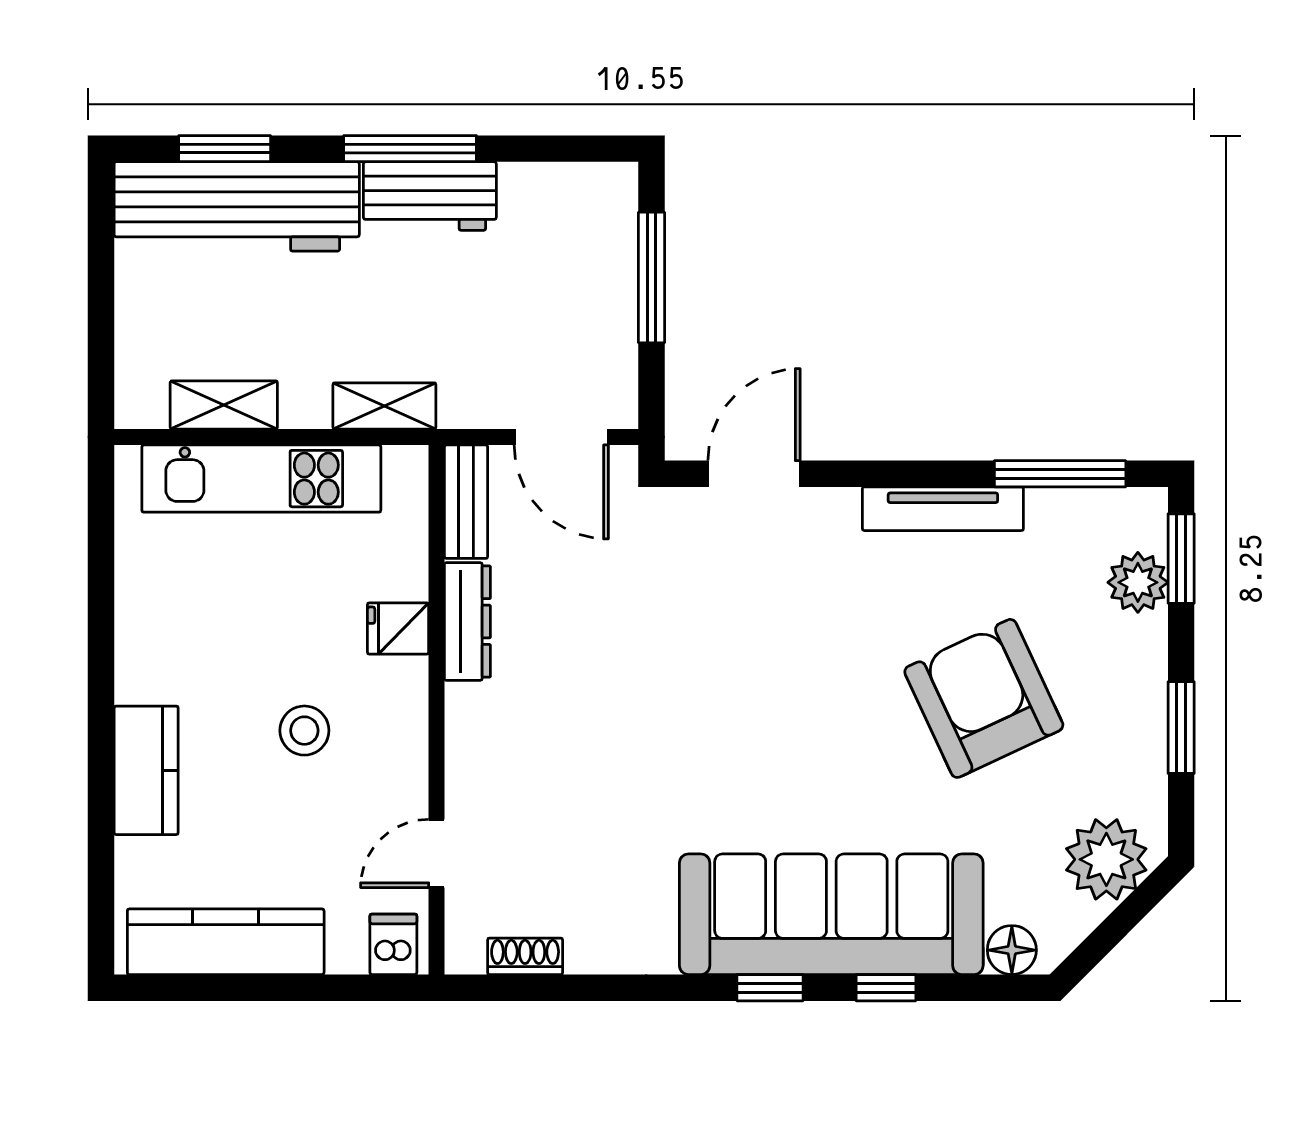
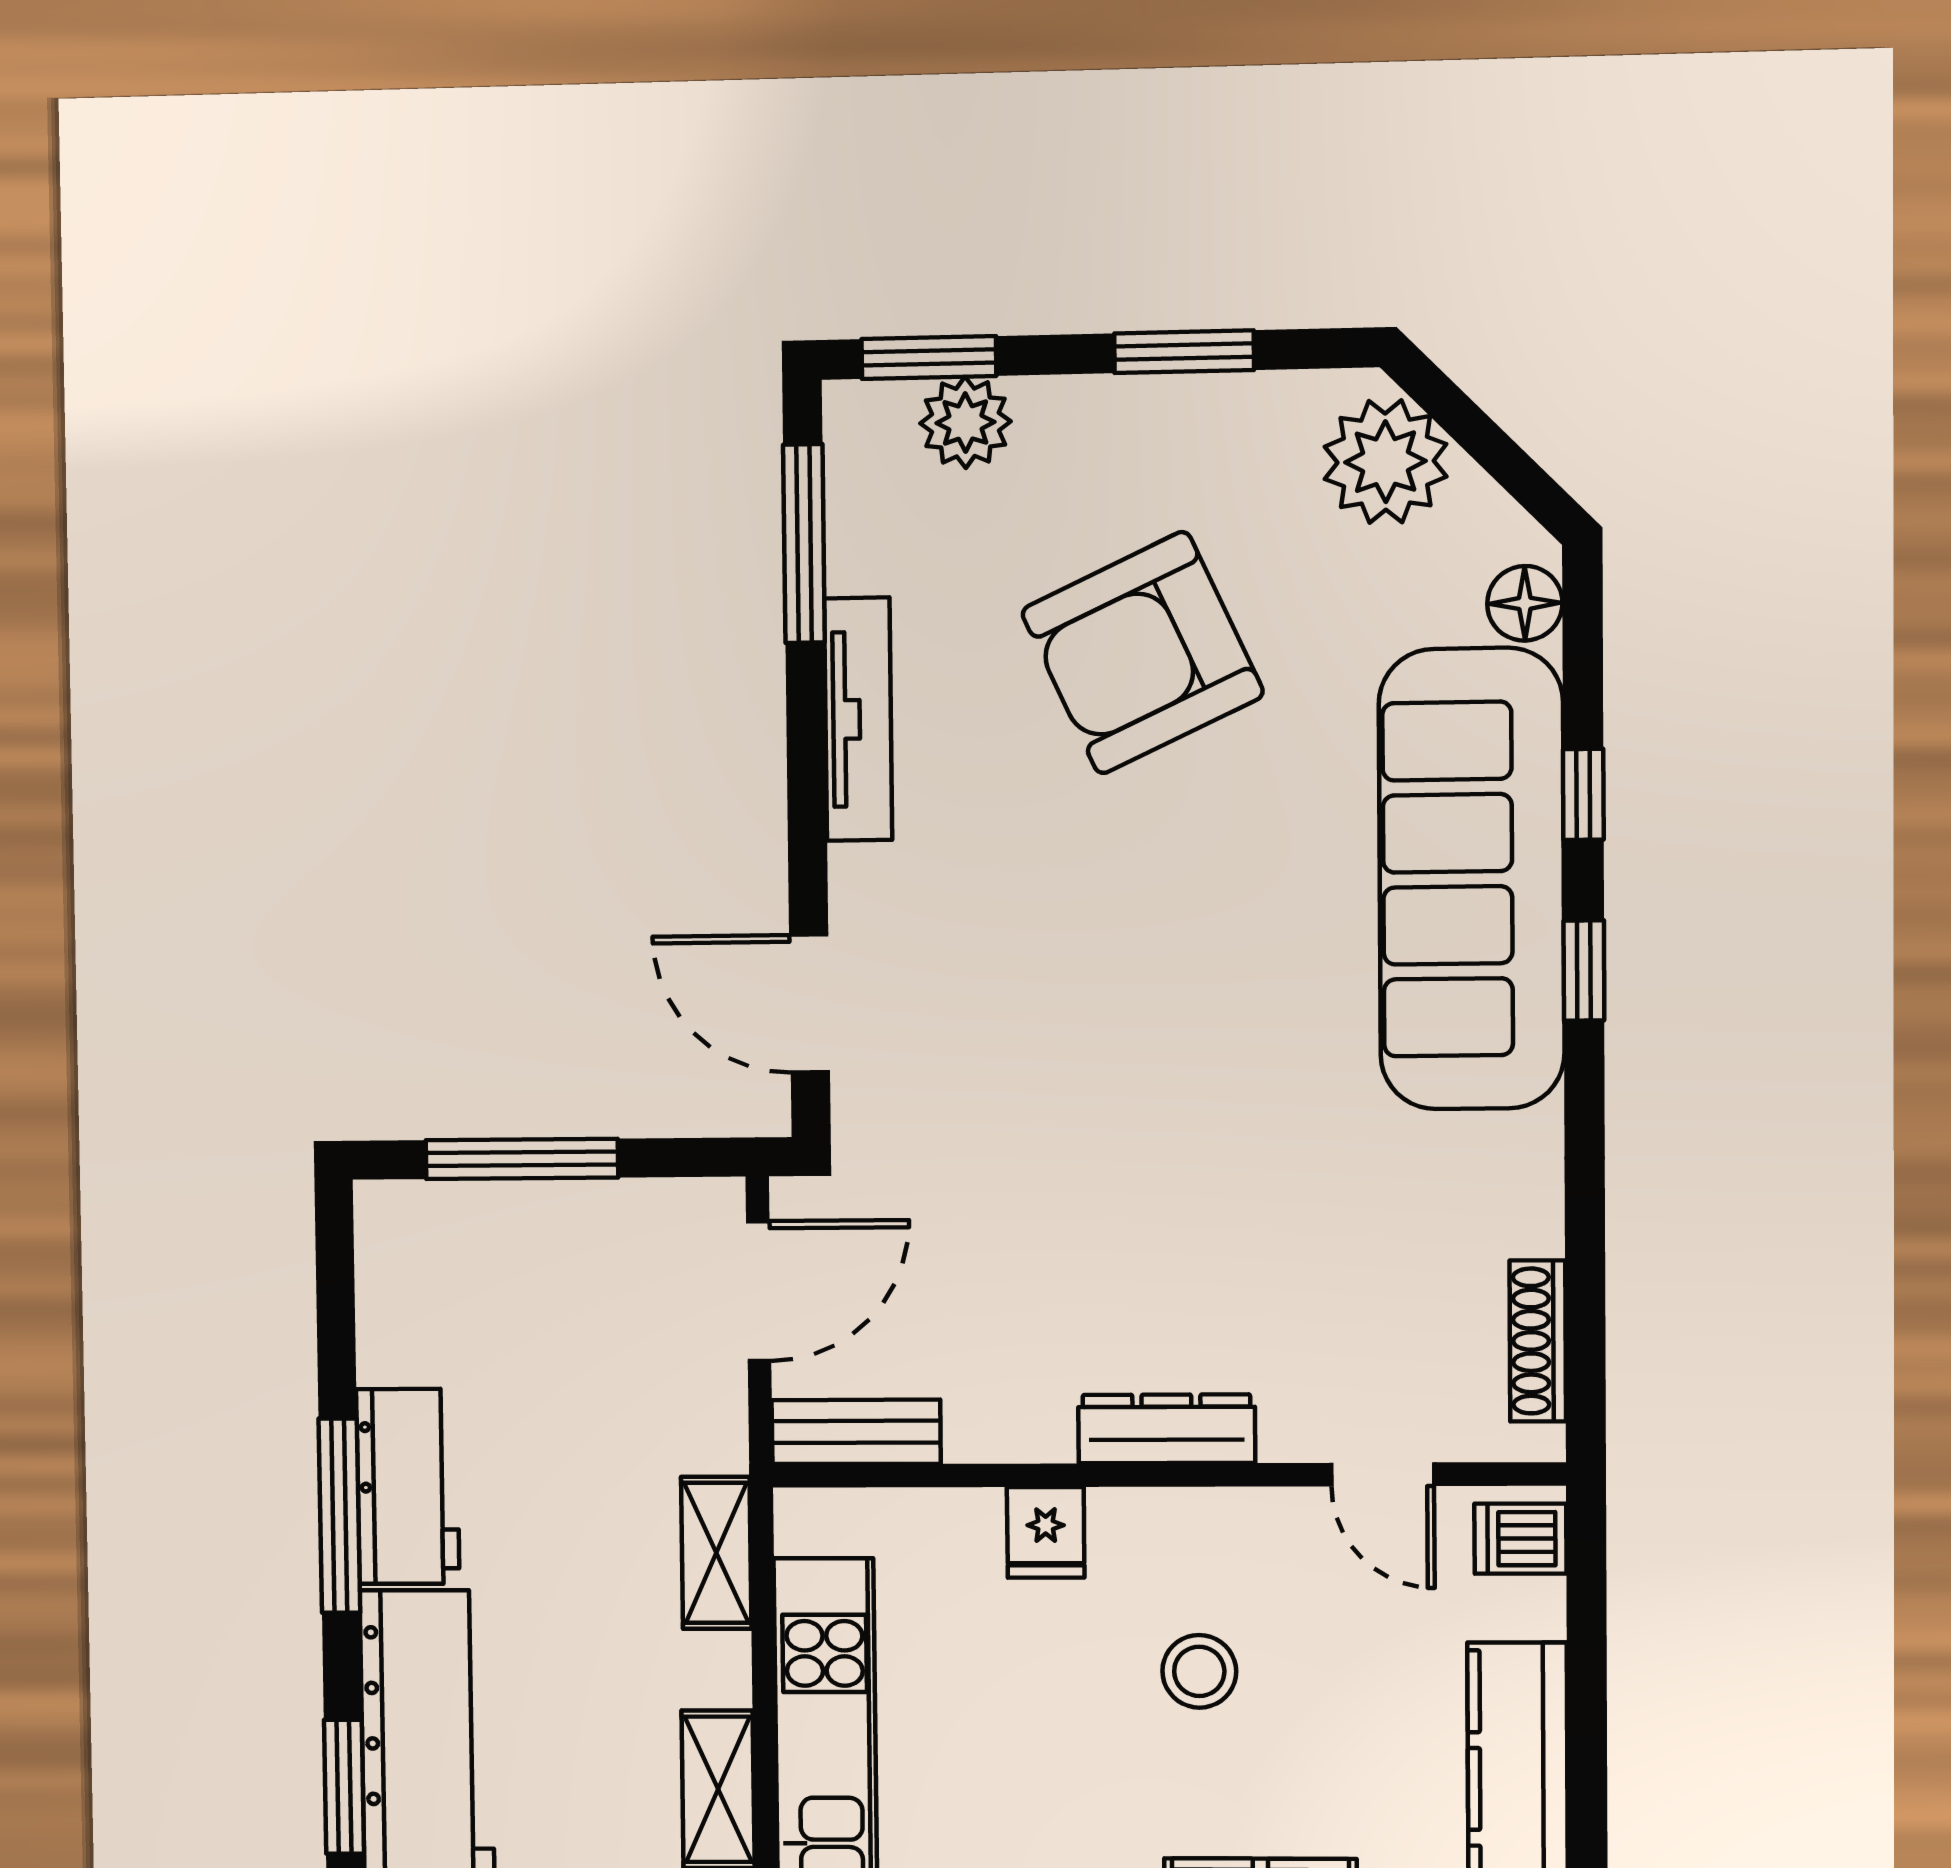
dresser: (467, 622) -> (1167, 1429), moved
shoe rack: (525, 956) -> (1538, 1341), width x1.43

